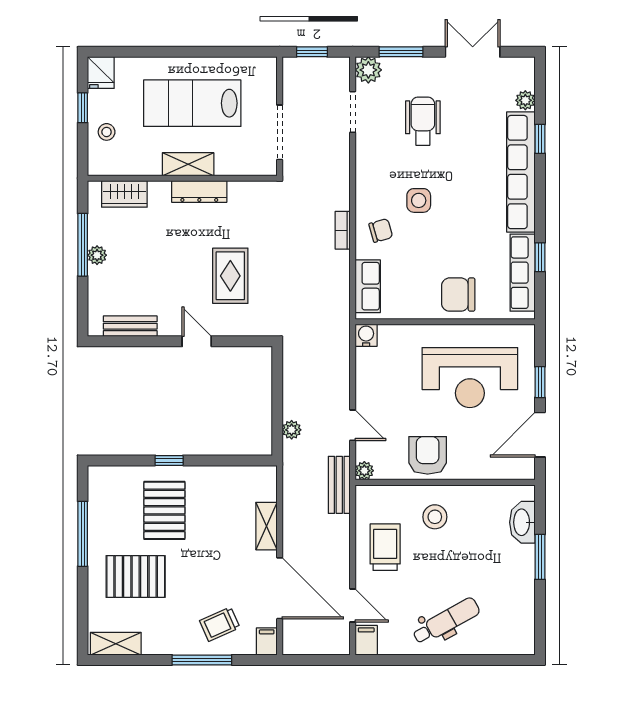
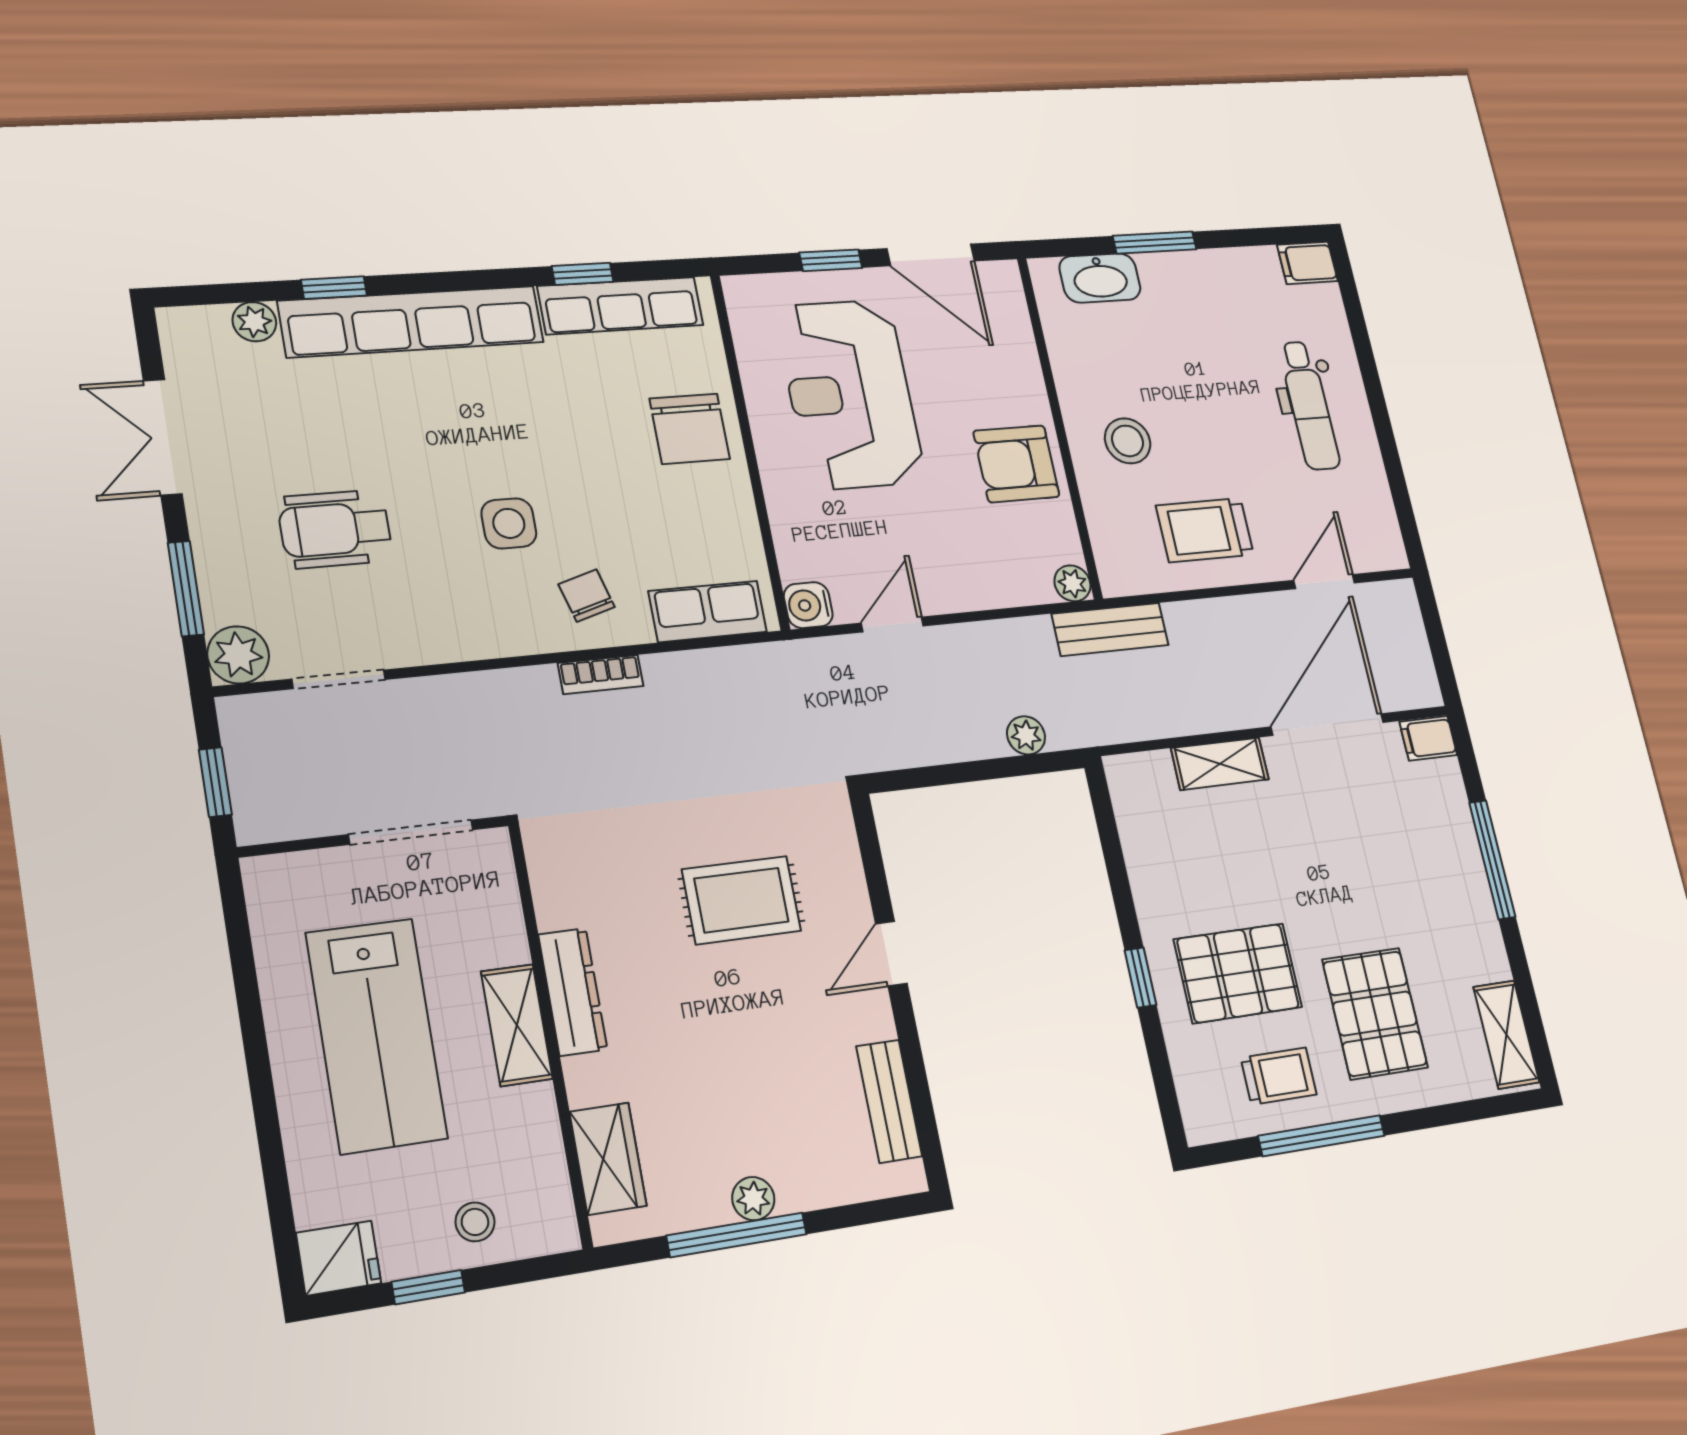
reception desk: (470, 378) -> (850, 394), turned 180
door: (353, 425) -> (892, 624), moved
dental chair: (446, 621) -> (1309, 405), turned -151
trolley: (220, 624) -> (1279, 1076), moved, turned -66
filing cabinet: (366, 640) -> (1307, 263), moved

